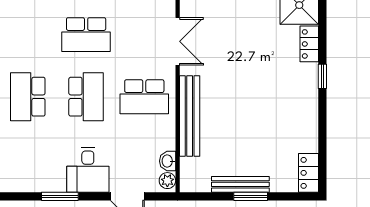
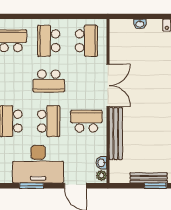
double door: (178, 41) -> (108, 85), width x1.37
school desk: (144, 97) -> (86, 121), turned 180
desk: (88, 170) -> (38, 164), width x1.87, depth x1.30

